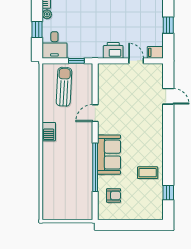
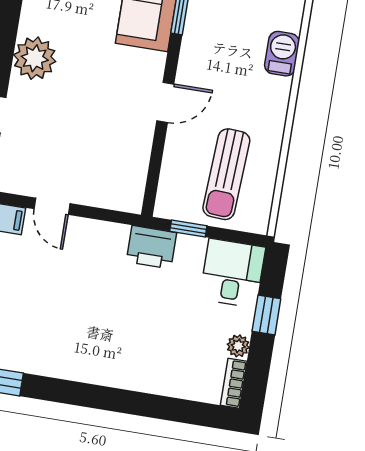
printer: (113, 50) -> (151, 247), moved
plant: (154, 123) -> (35, 58), added
barbecue: (49, 132) -> (282, 54), moved

